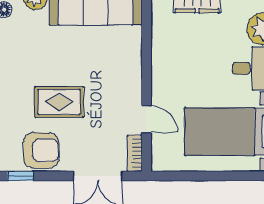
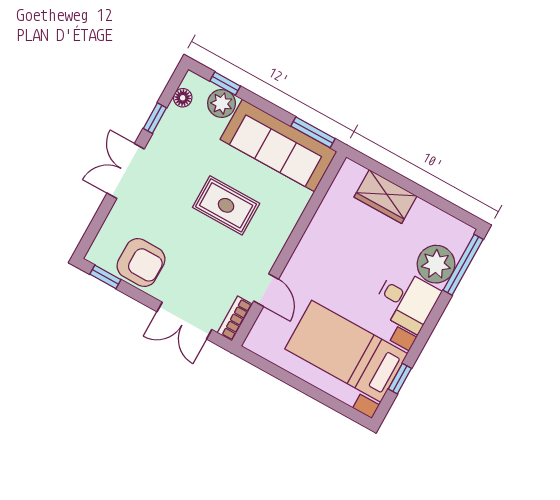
rug: (59, 102) -> (226, 205), moved

